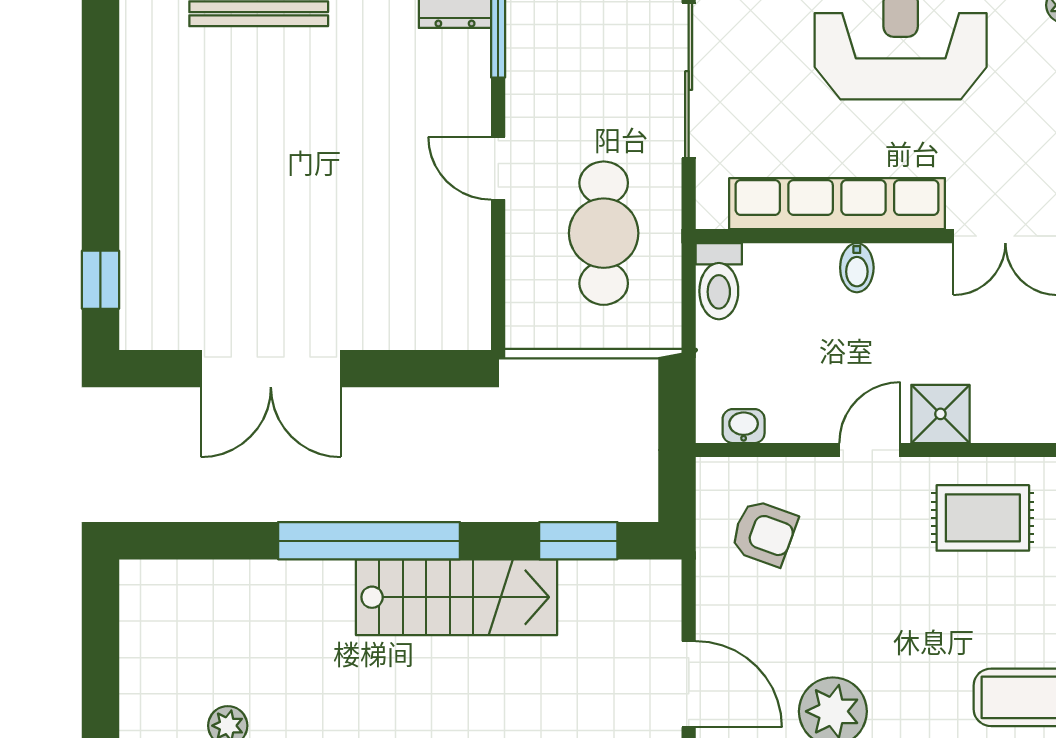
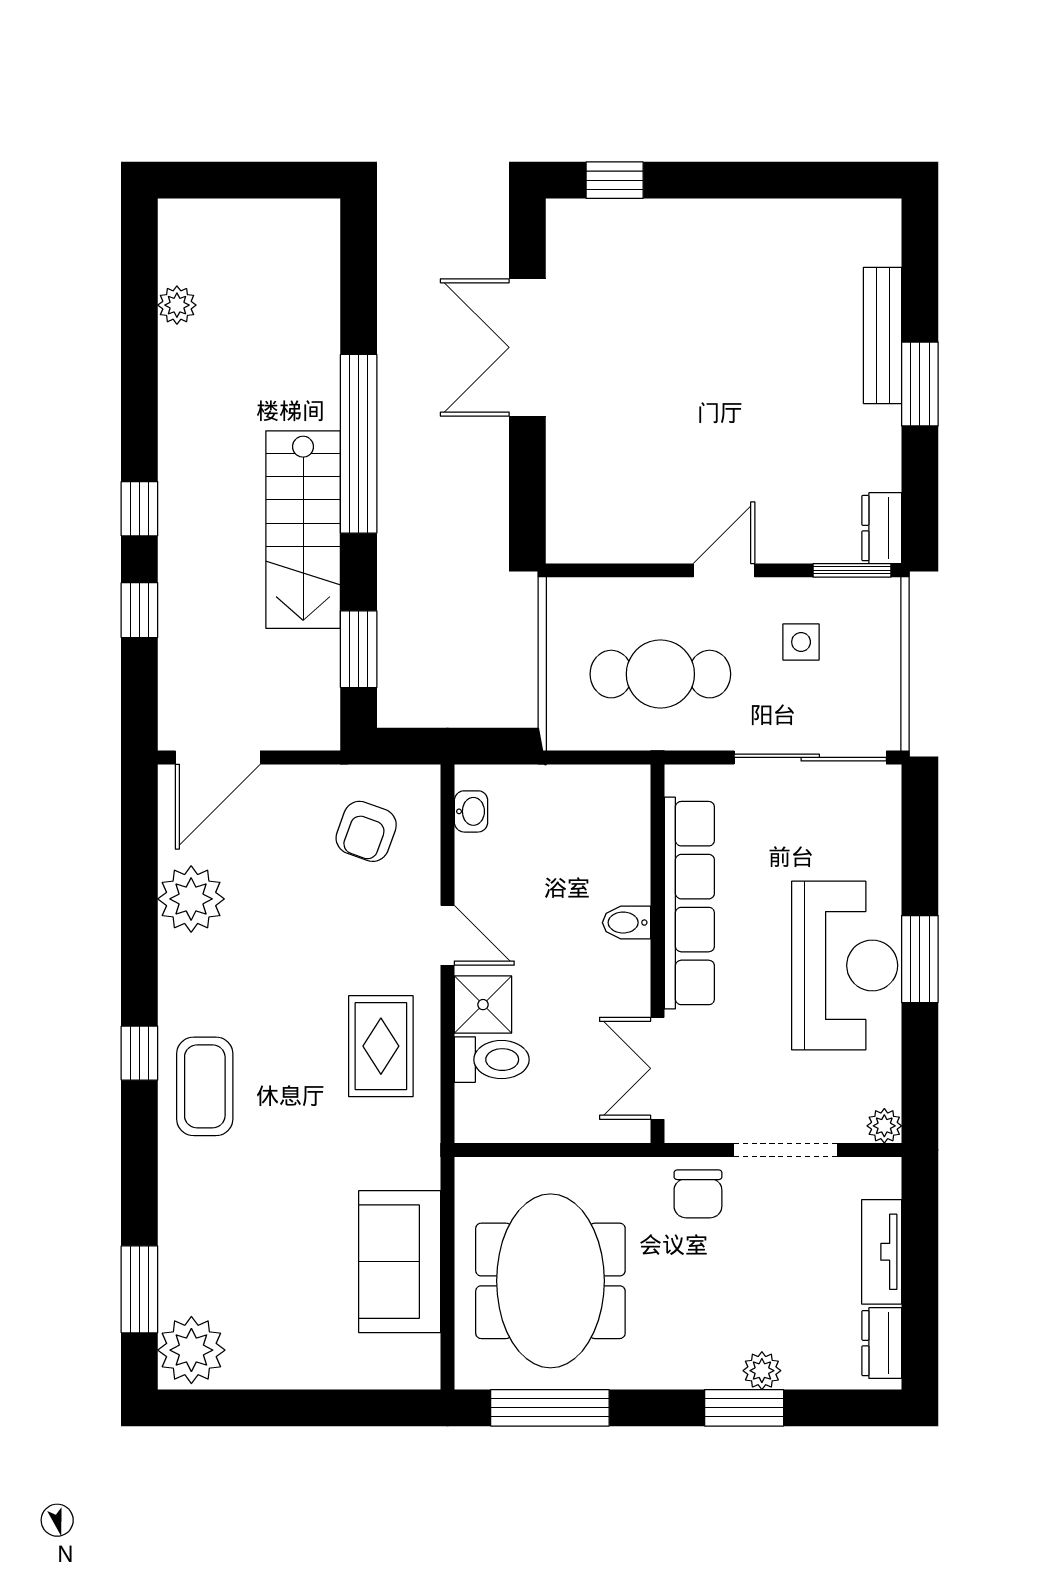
side table: (571, 90) -> (801, 642), added
toilet: (719, 281) -> (492, 1060), moved, turned 180

